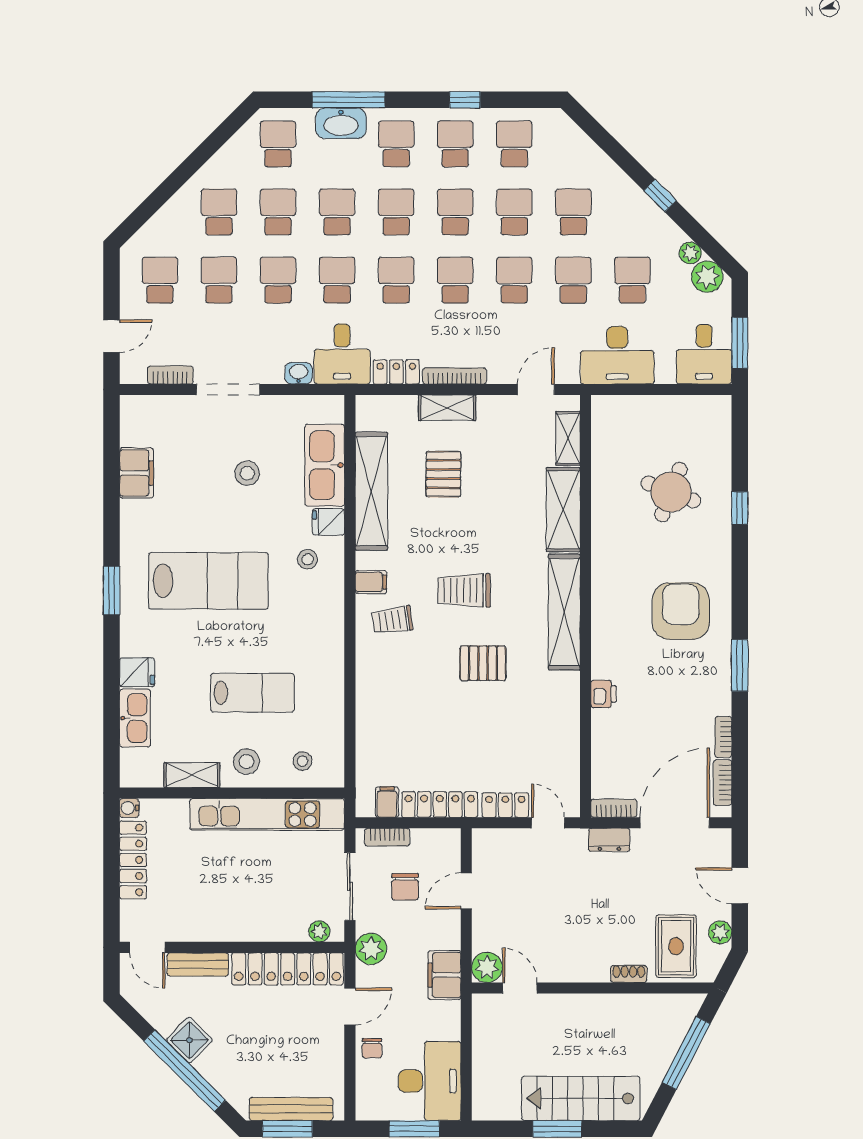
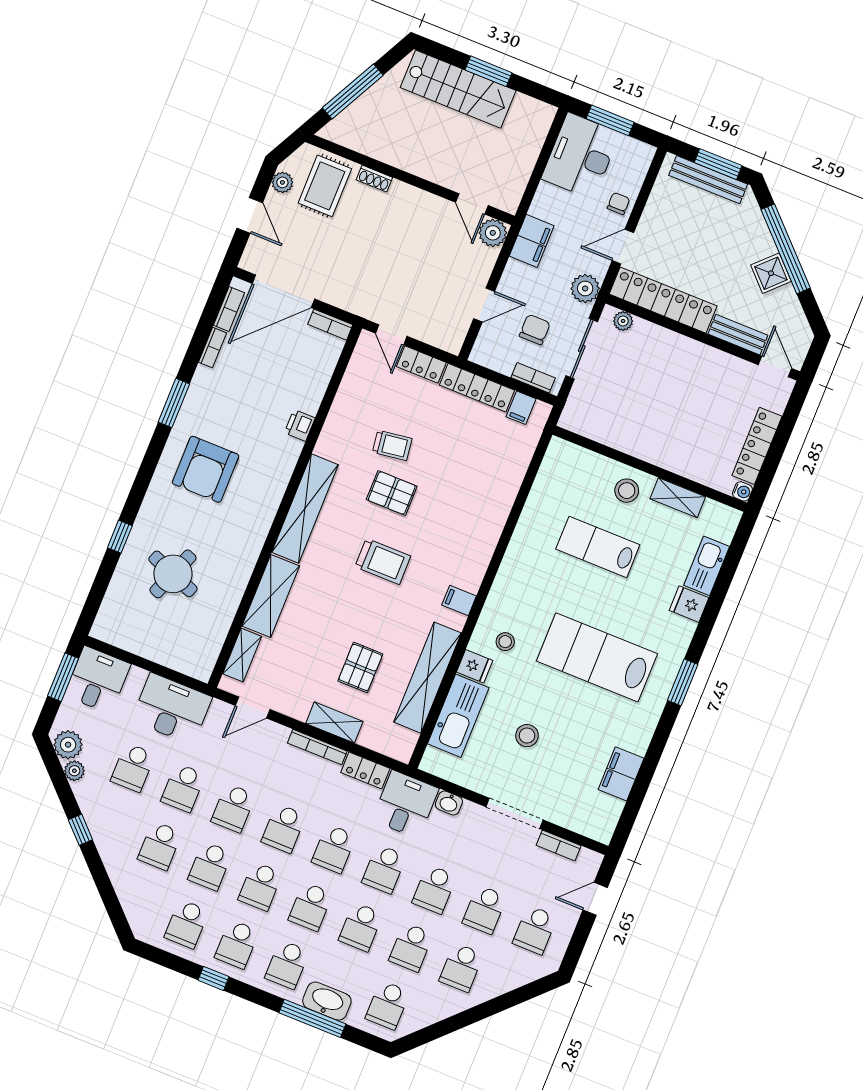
trolley: (392, 620) -> (392, 445), moved
stool: (303, 761) -> (579, 472), removed
kitchen unit: (267, 814) -> (627, 439), removed
dresser: (609, 840) -> (345, 299), removed

